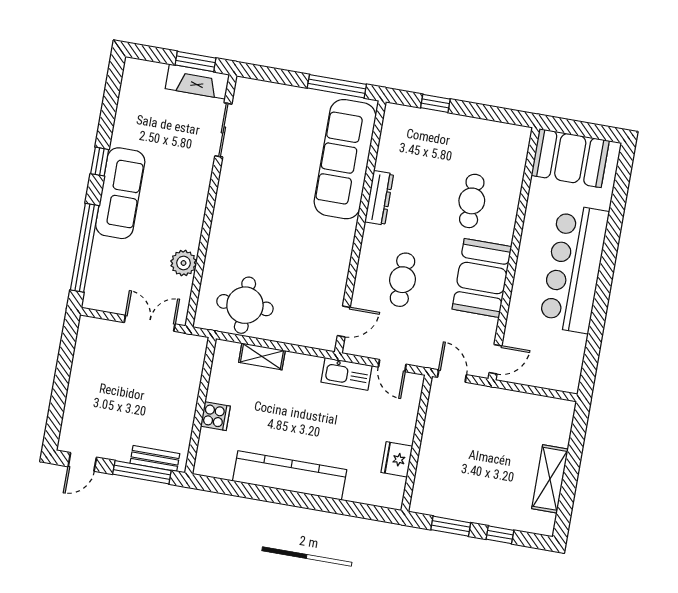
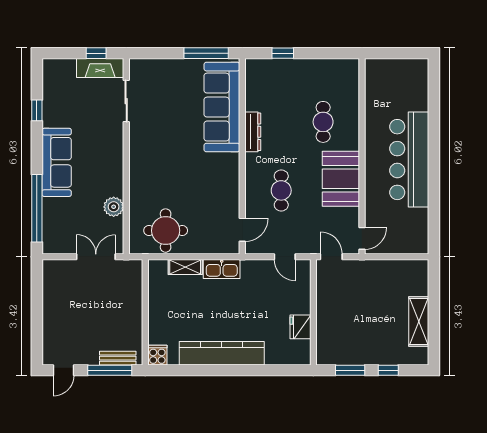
window: (196, 62) -> (96, 53), width x0.67
booth: (570, 158) -> (392, 77), removed
window: (100, 162) -> (37, 110), moved
kitchen sink: (346, 374) -> (222, 269), moved
cooker: (215, 416) -> (157, 355), moved, turned -90

